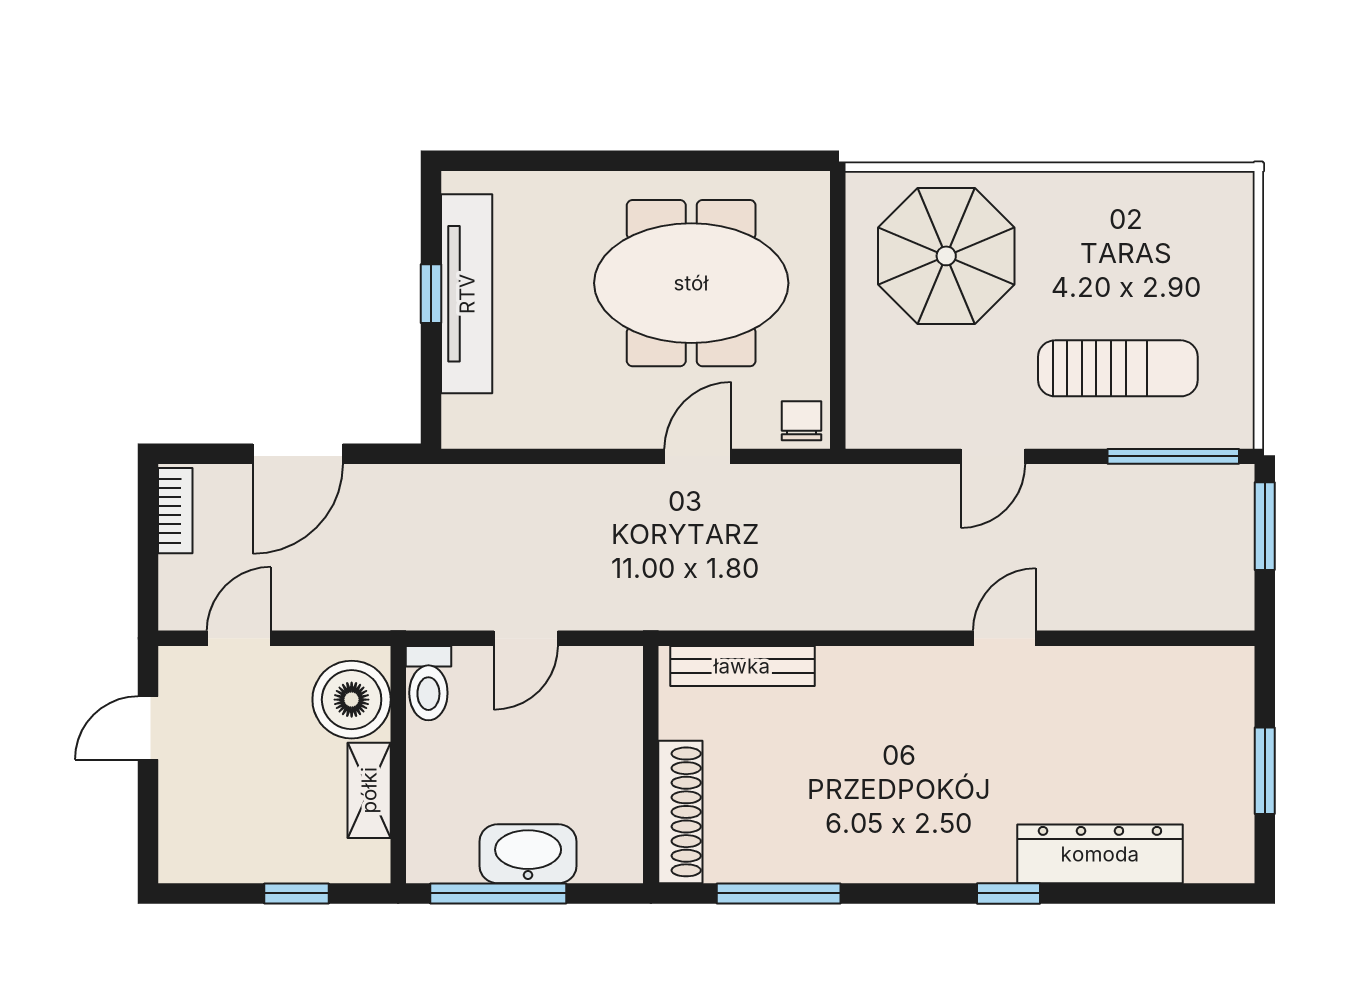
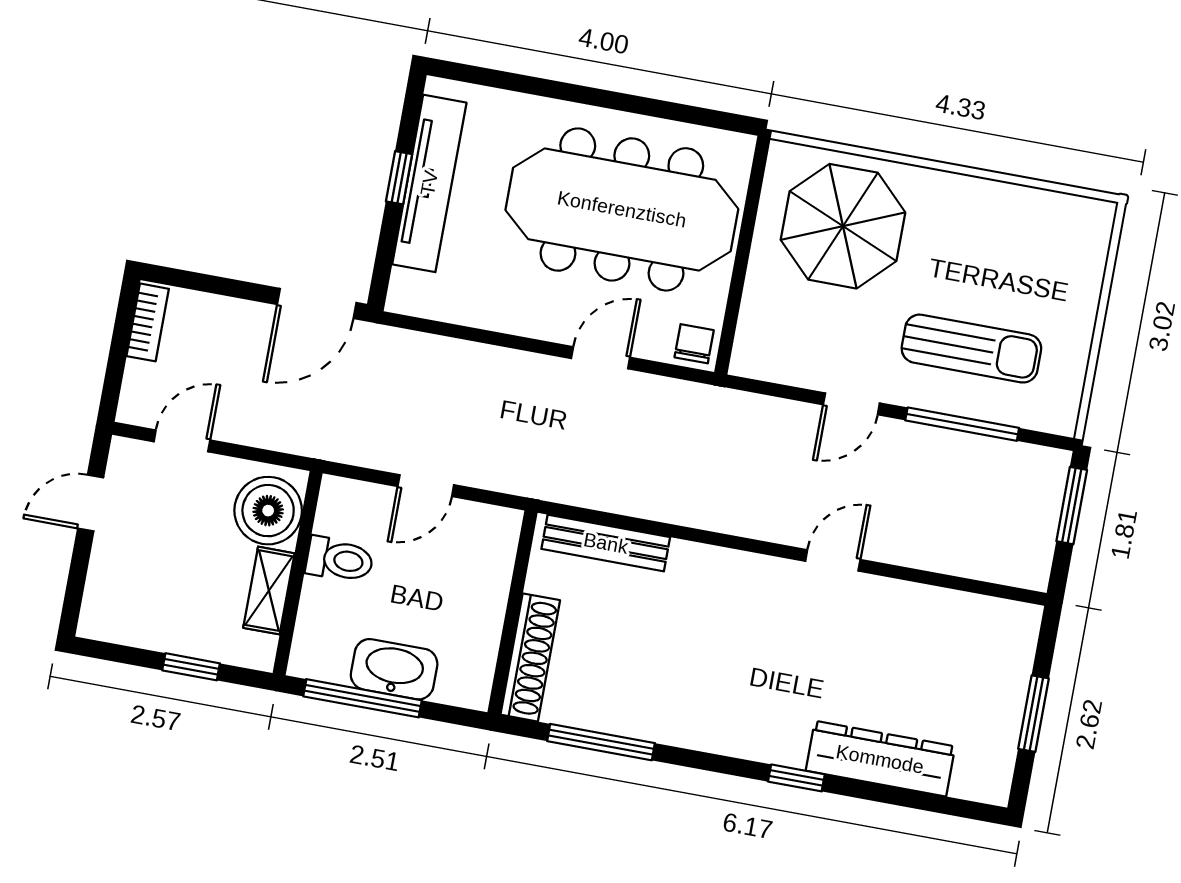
meeting table: (691, 283) -> (622, 209), width x1.36
door: (298, 454) -> (317, 304), moved
window: (1173, 456) -> (962, 424), moved
toilet: (428, 683) -> (340, 560), moved, turned -90

